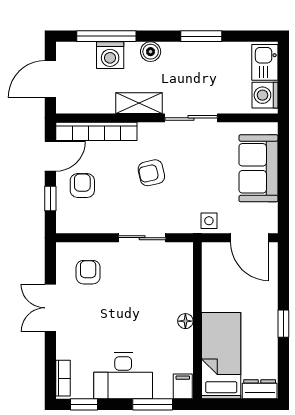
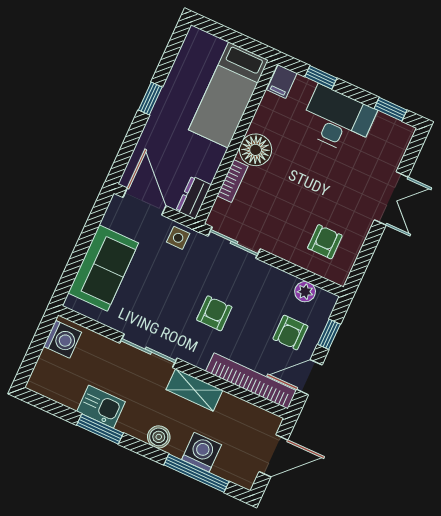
kitchen sink: (265, 62) -> (101, 407), moved, turned -90
armchair: (151, 173) -> (214, 313), turned -77
plant: (86, 224) -> (305, 292), added
sliding door: (142, 238) -> (234, 243), moved
armchair: (88, 272) -> (325, 242), turned 180
double door: (50, 308) -> (391, 198), moved
floor lamp: (185, 321) -> (256, 150), width x1.89, depth x1.89
bookcase: (63, 378) -> (232, 181), moved, turned 180
dresser: (260, 389) -> (193, 198), moved, turned 90
window: (153, 404) -> (321, 77), width x0.67

